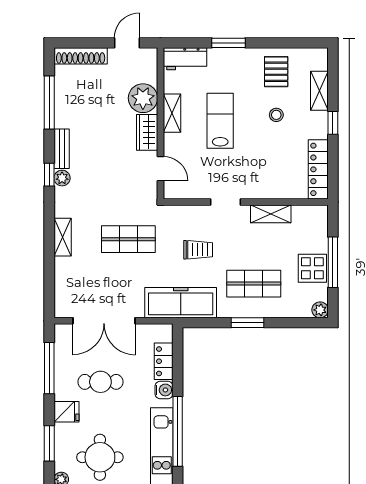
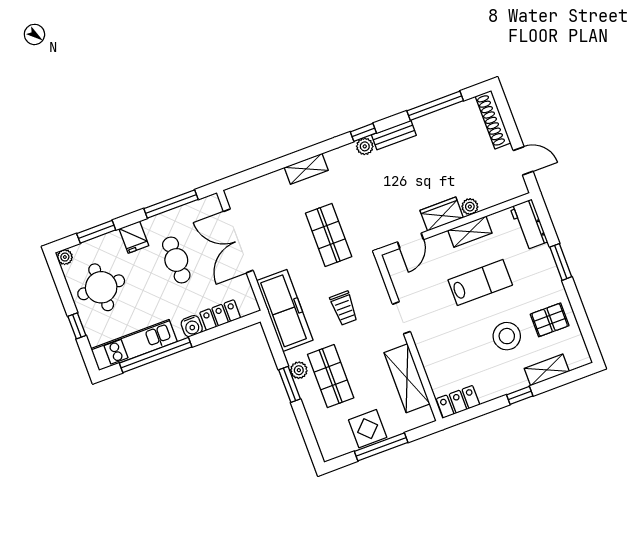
plant: (143, 98) -> (470, 207), width x0.53, depth x0.53
stool: (276, 115) -> (507, 336), width x1.89, depth x1.89
locker: (318, 169) -> (458, 402), width x0.66
shelving: (271, 214) -> (407, 378), width x1.50, depth x1.33
plant: (320, 310) -> (299, 370), moved

